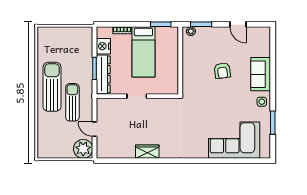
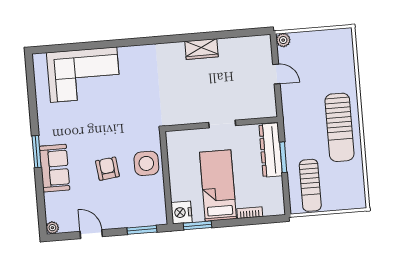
plant: (191, 31) -> (52, 228), moved
nightstand: (103, 46) -> (182, 212), moved, turned 180
sun lounger: (72, 102) -> (310, 185), moved
side table: (262, 102) -> (146, 163), moved, width x1.87, depth x1.87
window: (273, 123) -> (37, 152), moved
plant: (83, 149) -> (283, 40), width x0.53, depth x0.53

